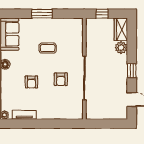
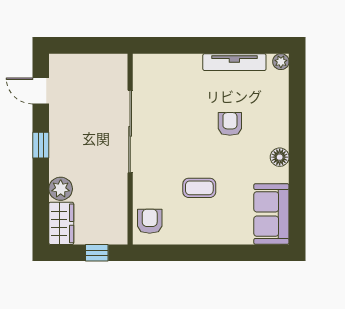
window: (42, 14) -> (210, 253), removed
armchair: (61, 79) -> (150, 221), moved
tv unit: (24, 115) -> (234, 62), width x1.41

